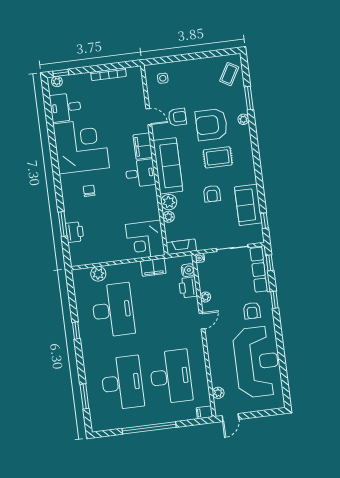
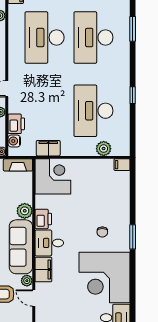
plant: (169, 217) -> (27, 281), moved
window: (63, 224) -> (133, 237), moved
printer: (75, 232) -> (43, 219), moved, turned 180
filing cabinet: (78, 260) -> (122, 165), added

